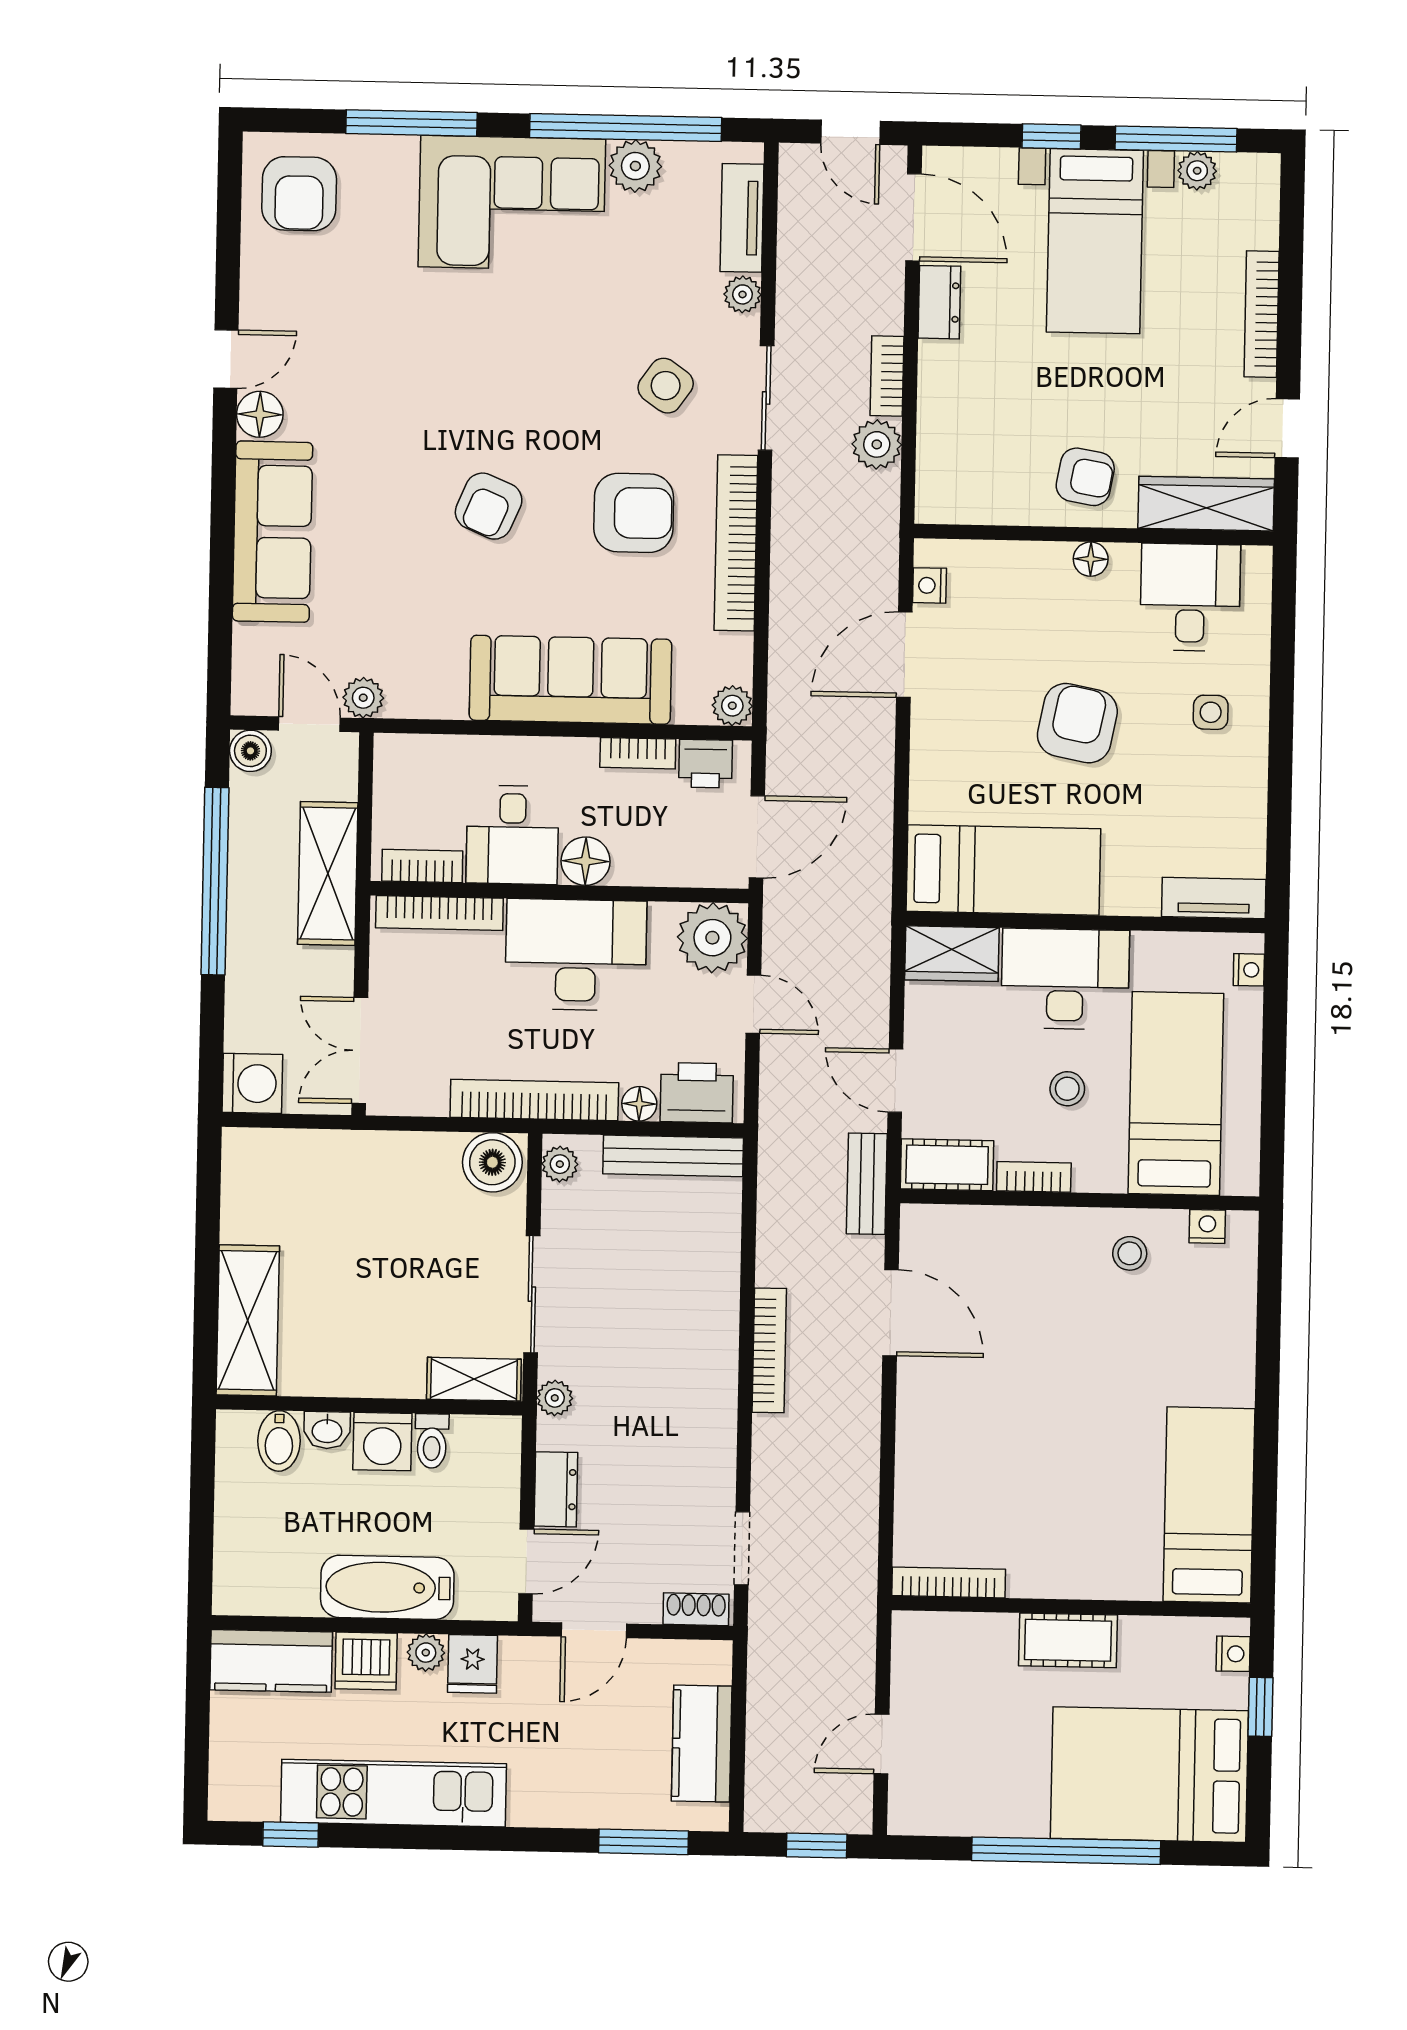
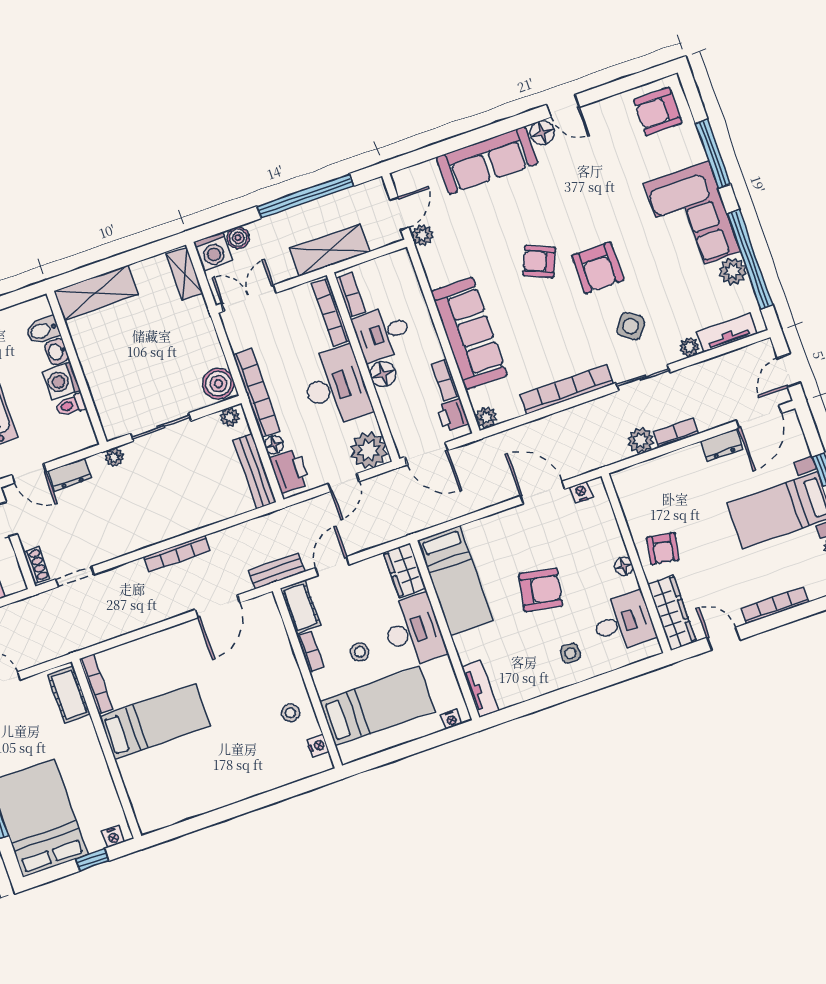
armchair: (634, 513) -> (598, 268), moved
boiler: (250, 751) -> (238, 238), moved
shelving: (474, 1379) -> (185, 274), moved
bed: (1209, 1505) -> (155, 721), moved
cot: (1068, 1640) -> (69, 695), moved

